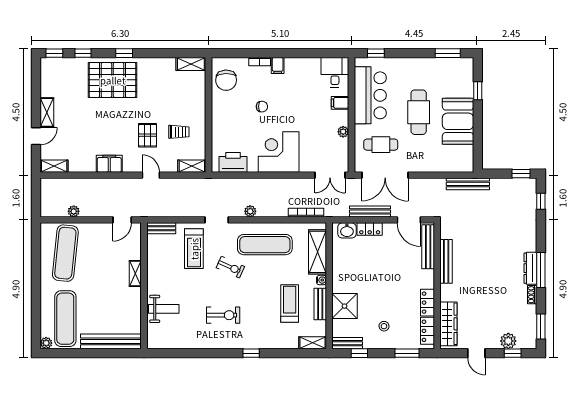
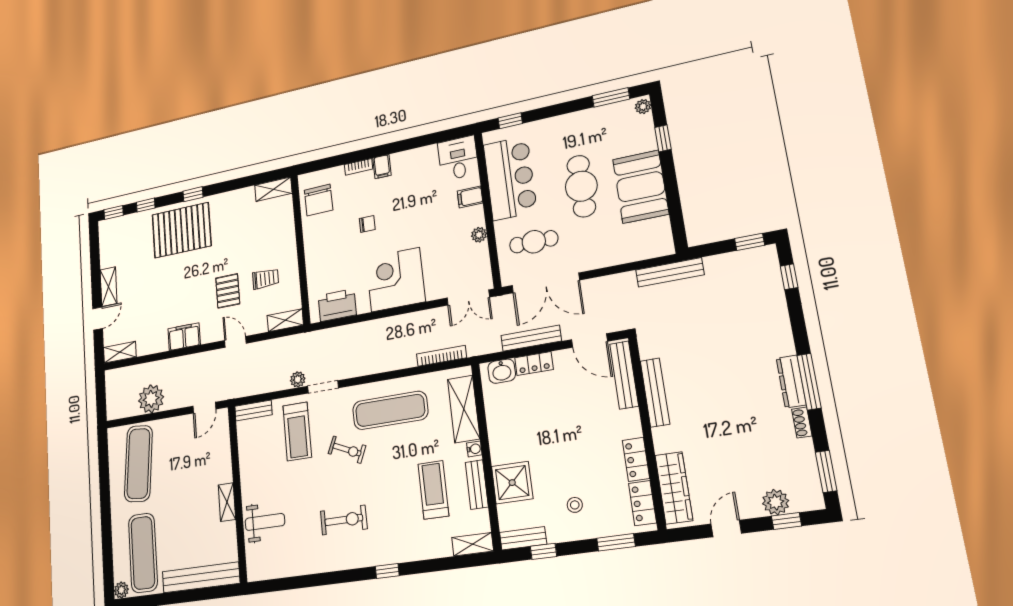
plant: (468, 65) -> (643, 107), added
plant: (74, 211) -> (151, 399), width x1.87, depth x1.87
plant: (250, 211) -> (298, 379), moved
shelving: (135, 273) -> (227, 502), moved
door: (476, 353) -> (726, 529), swing flipped

